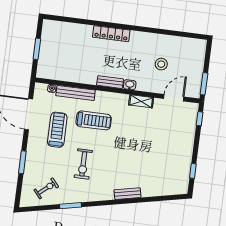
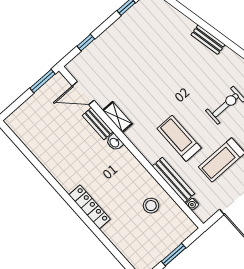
stool: (161, 64) -> (151, 206), moved
bench: (110, 82) -> (98, 124), moved
window: (200, 119) -> (86, 43), moved

